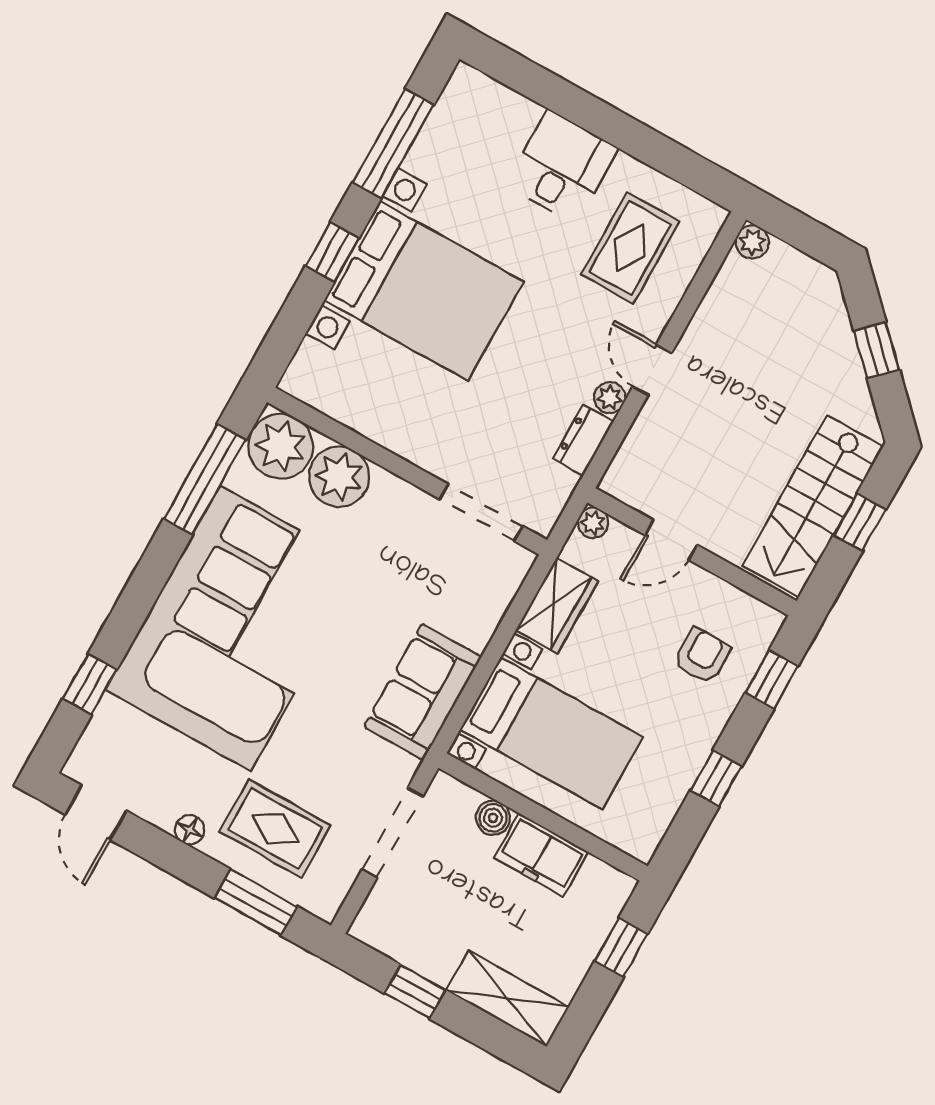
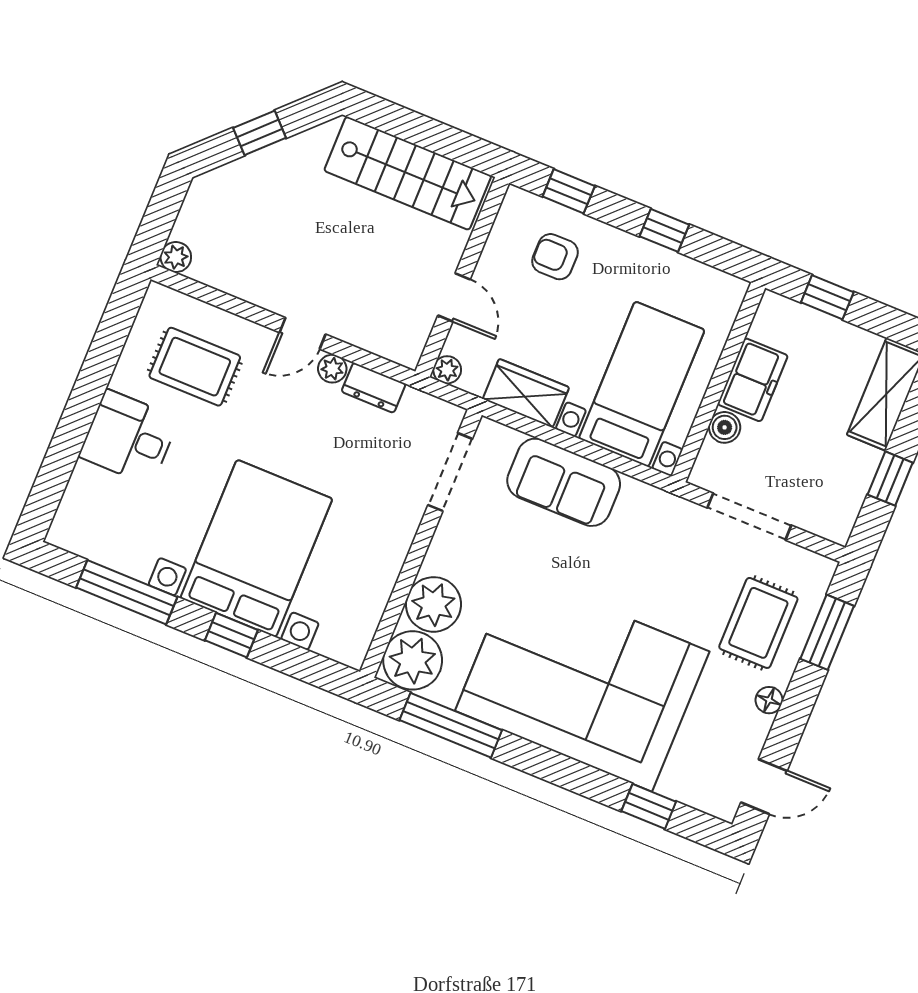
window: (860, 522) -> (417, 129), removed
sofa: (423, 692) -> (564, 482), moved

